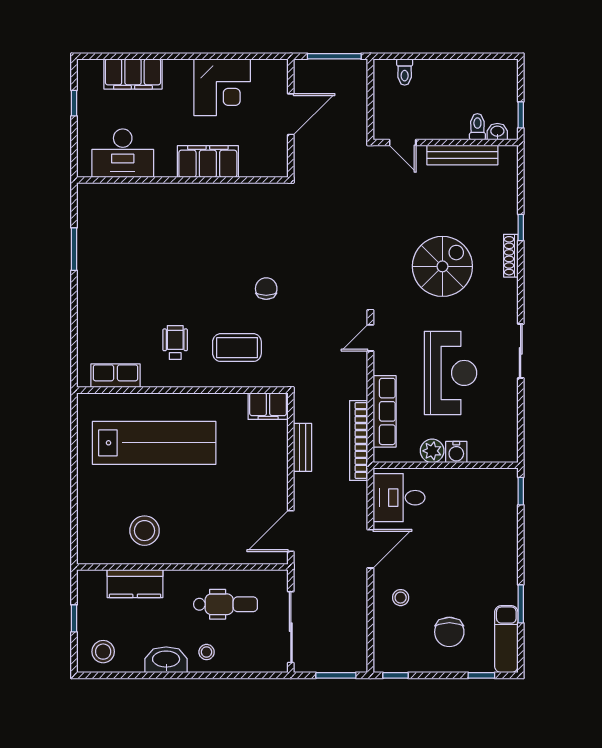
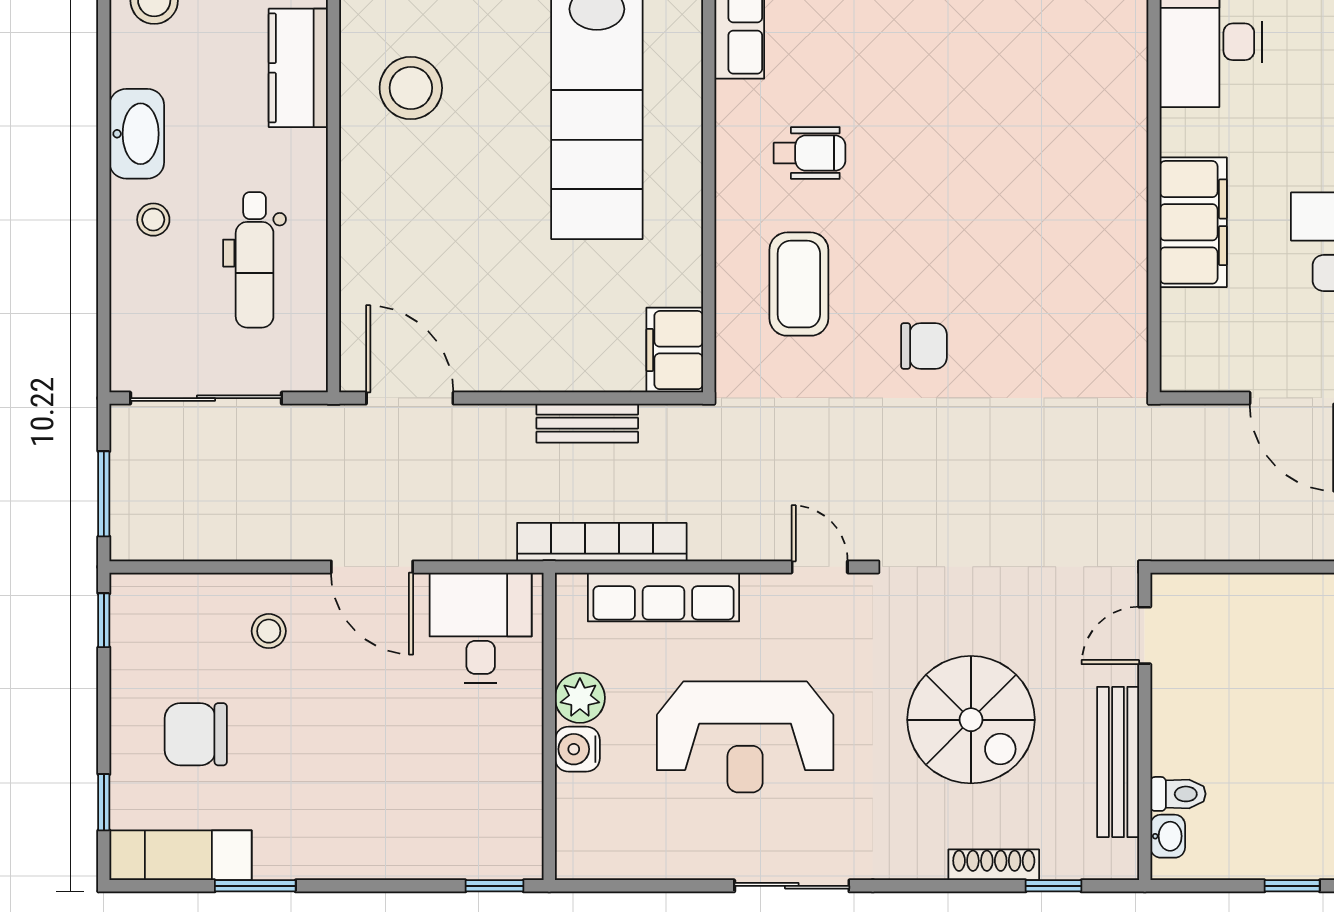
toilet: (477, 127) -> (1178, 794), moved
washbasin: (497, 132) -> (1168, 836), moved
door: (403, 142) -> (1145, 635), moved
wall: (446, 142) -> (1145, 726), moved
bench: (462, 155) -> (1118, 762), moved

